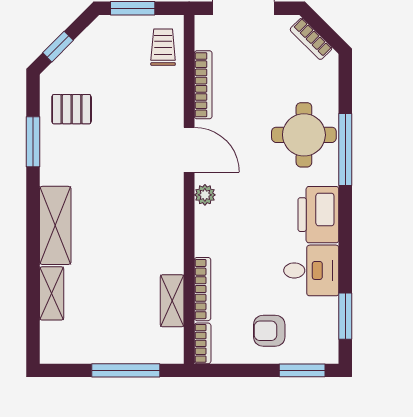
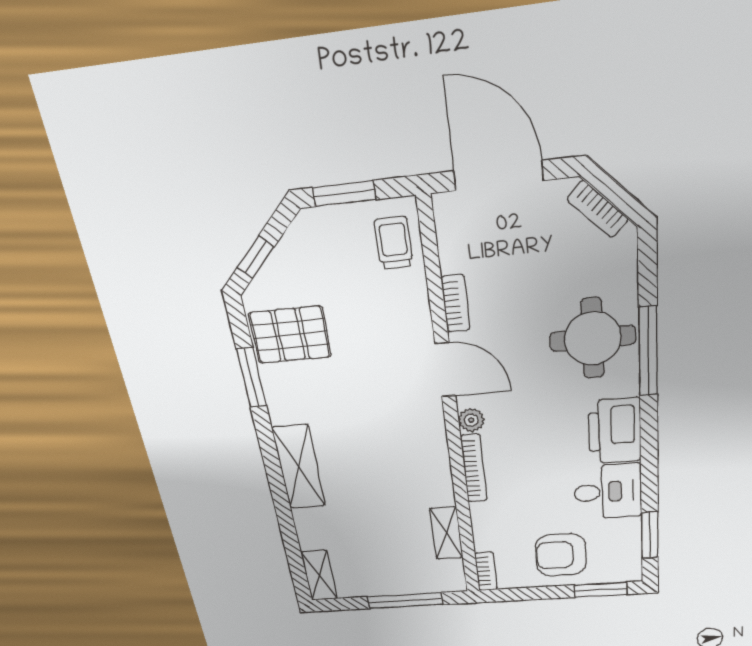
bookcase: (203, 85) -> (456, 303), width x0.64
pallet: (72, 109) -> (290, 335), width x1.50, depth x1.42
bookcase: (203, 289) -> (474, 468), moved
shelving: (52, 293) -> (319, 575), moved
armchair: (269, 331) -> (561, 555), width x1.38, depth x1.38

